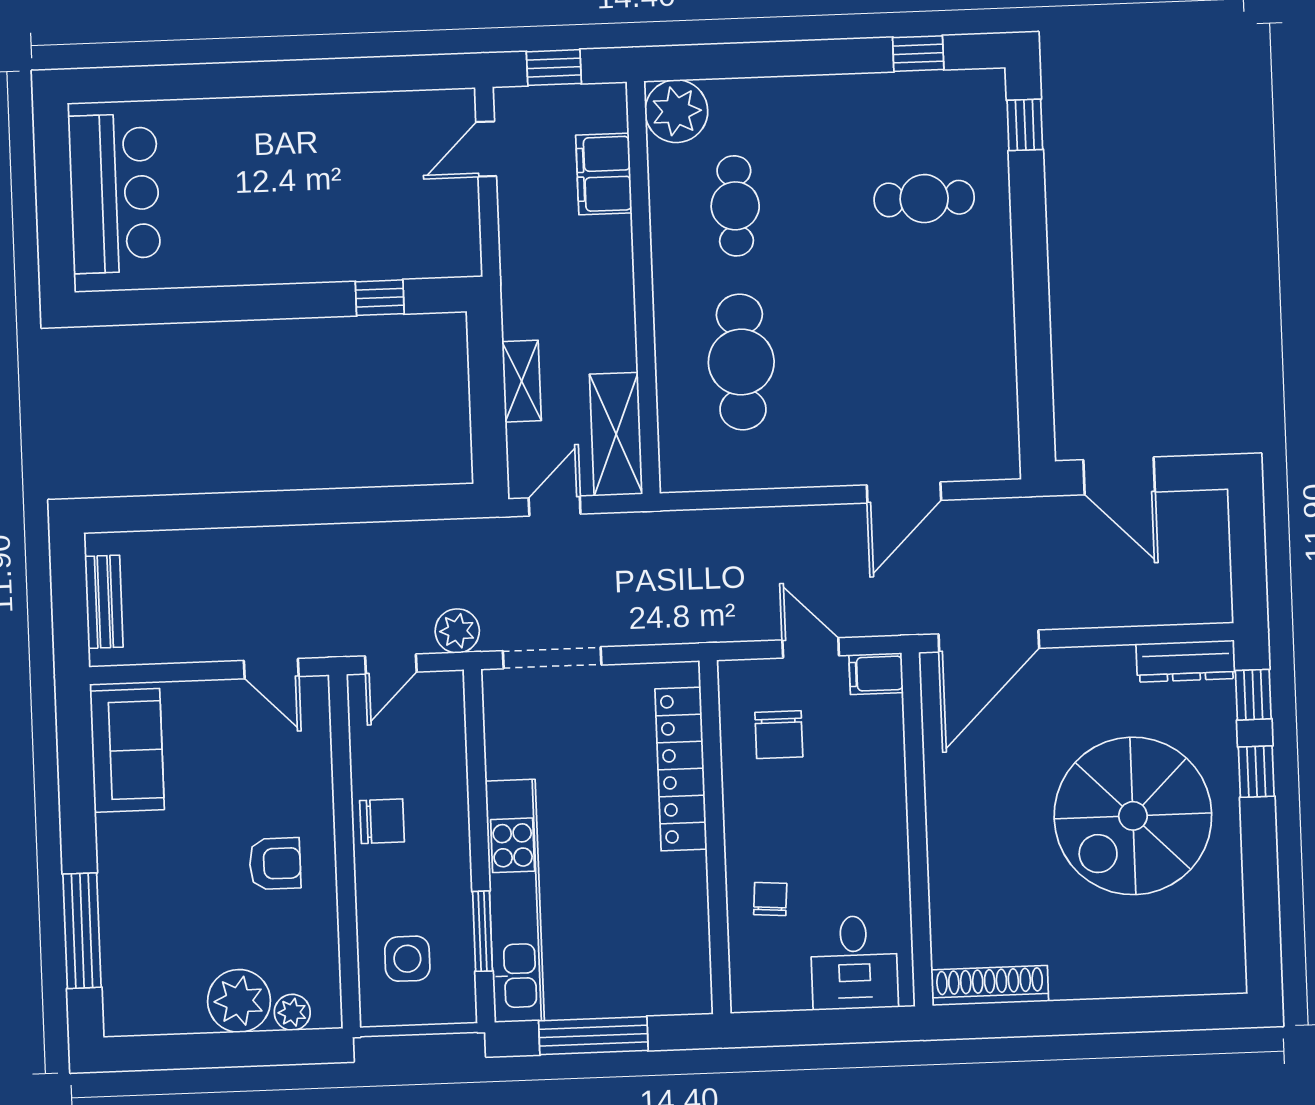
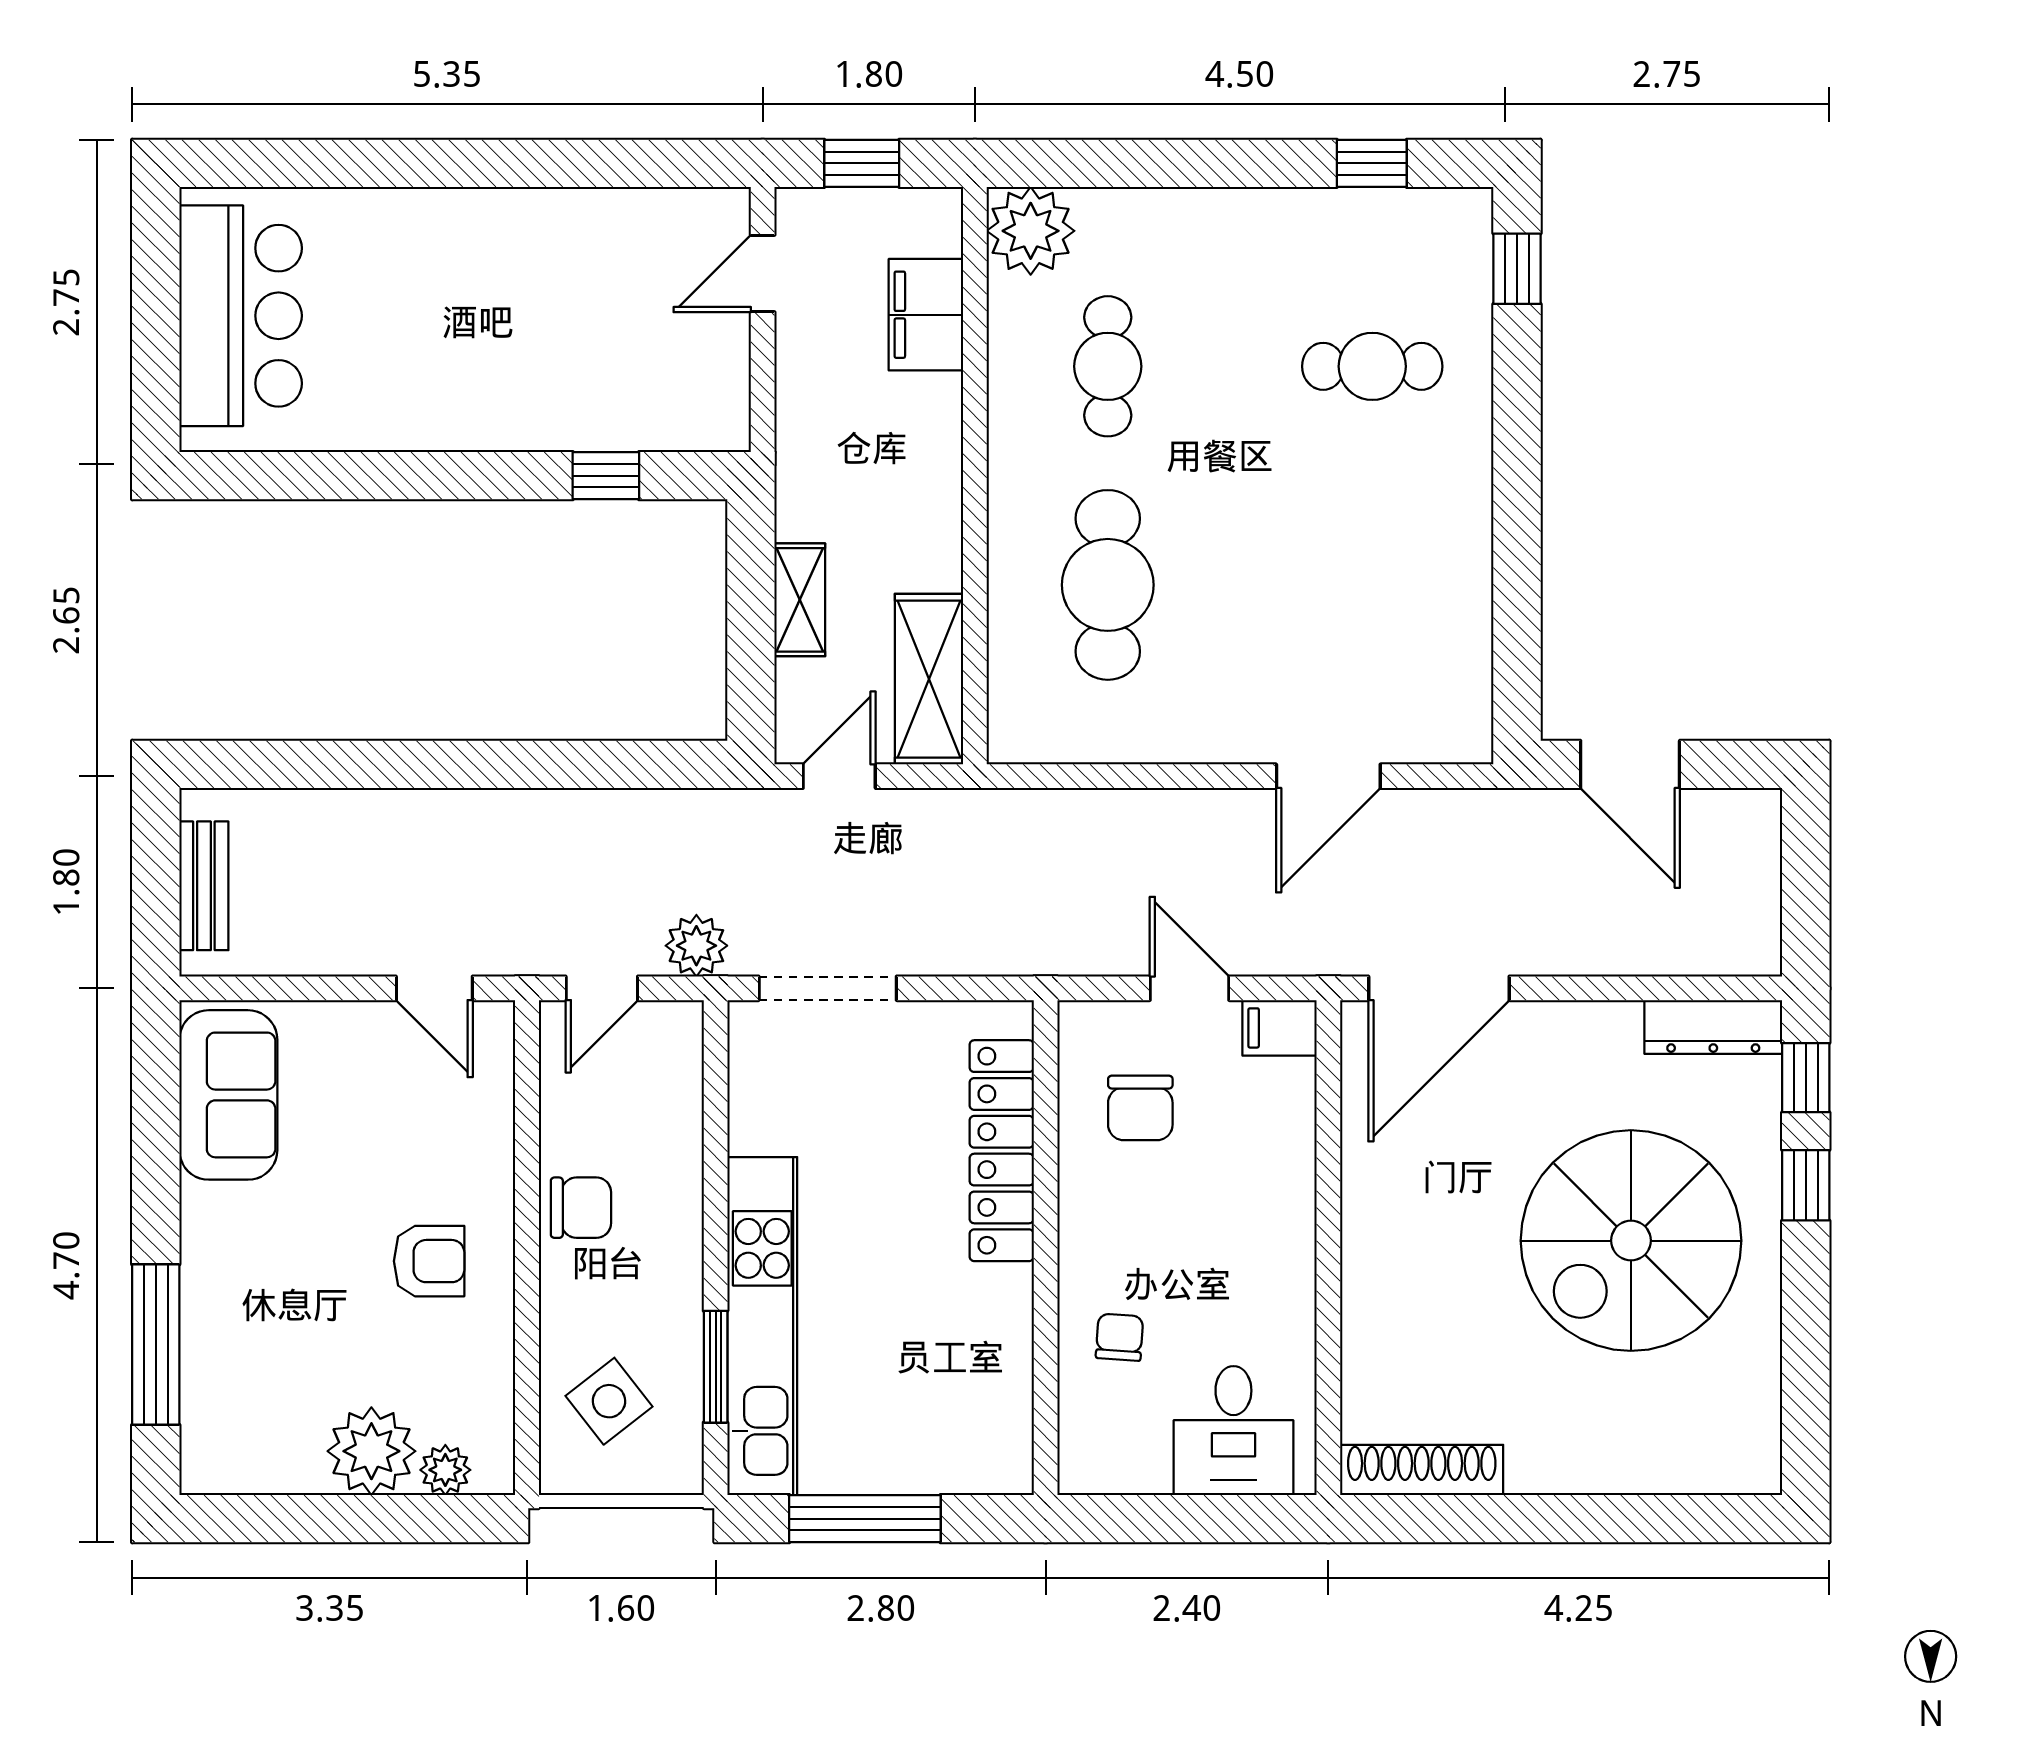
side table: (407, 959) -> (609, 1401), turned -38

